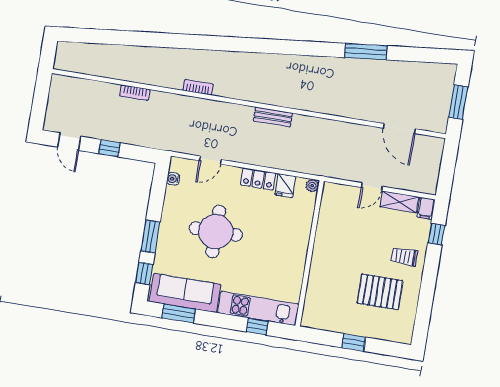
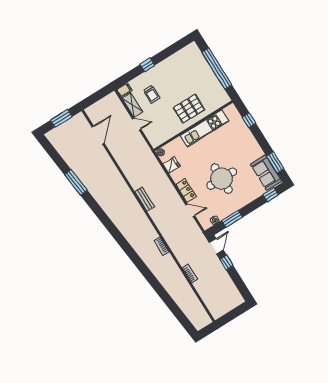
door: (69, 142) -> (216, 246), moved
locker: (258, 179) -> (186, 190), moved
window: (436, 234) -> (147, 65), moved
window: (150, 237) -> (232, 219), moved
trolley: (404, 257) -> (152, 94), moved
pallet: (380, 292) -> (189, 109), moved, turned 90
sofa: (185, 293) -> (266, 173), width x0.73
kitchen unit: (258, 308) -> (205, 128), moved, turned -90
window: (354, 342) -> (217, 69), width x3.17

